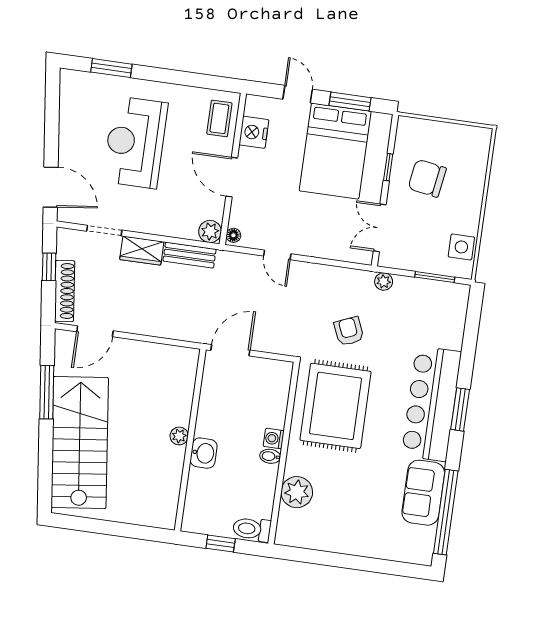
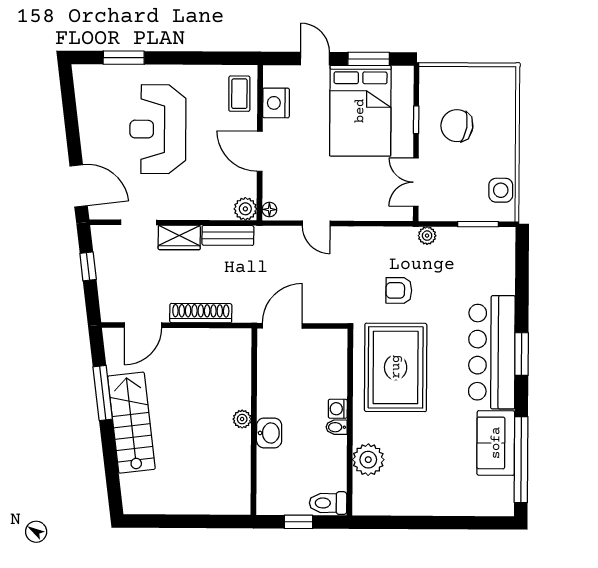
shoe rack: (65, 291) -> (201, 313), moved, turned -83
armchair: (349, 331) -> (399, 290), turned -67
stairs: (80, 443) -> (131, 423), width x0.73, depth x0.66

